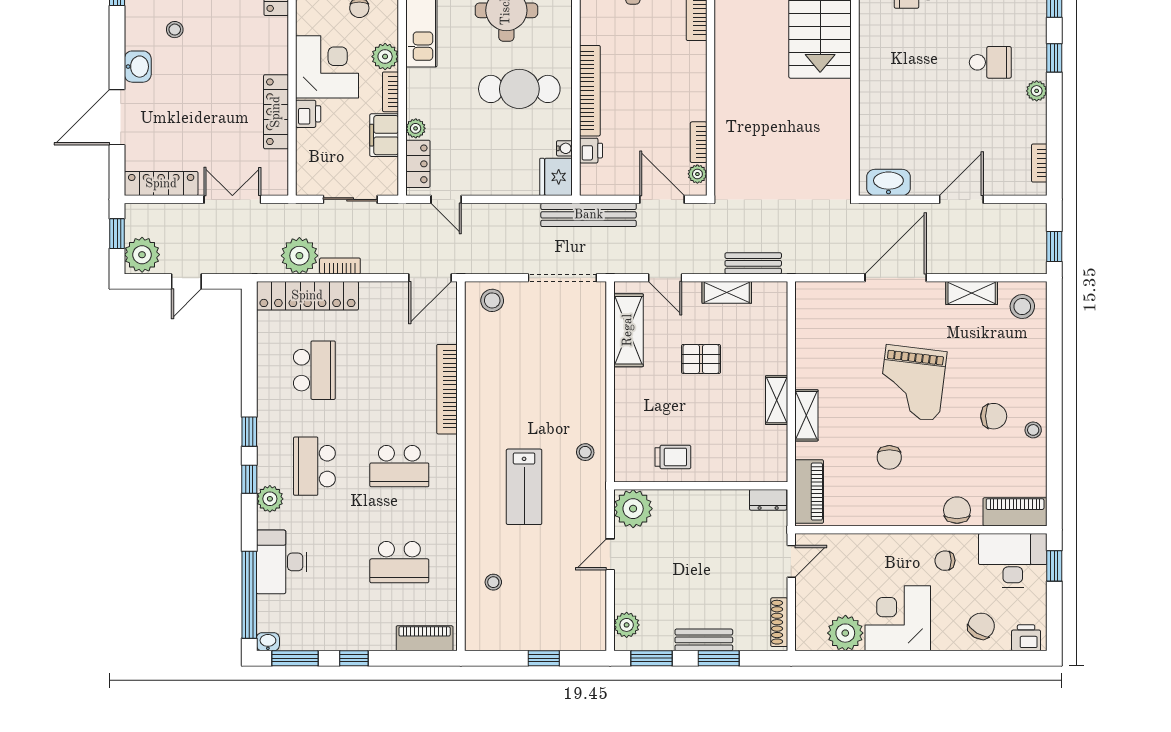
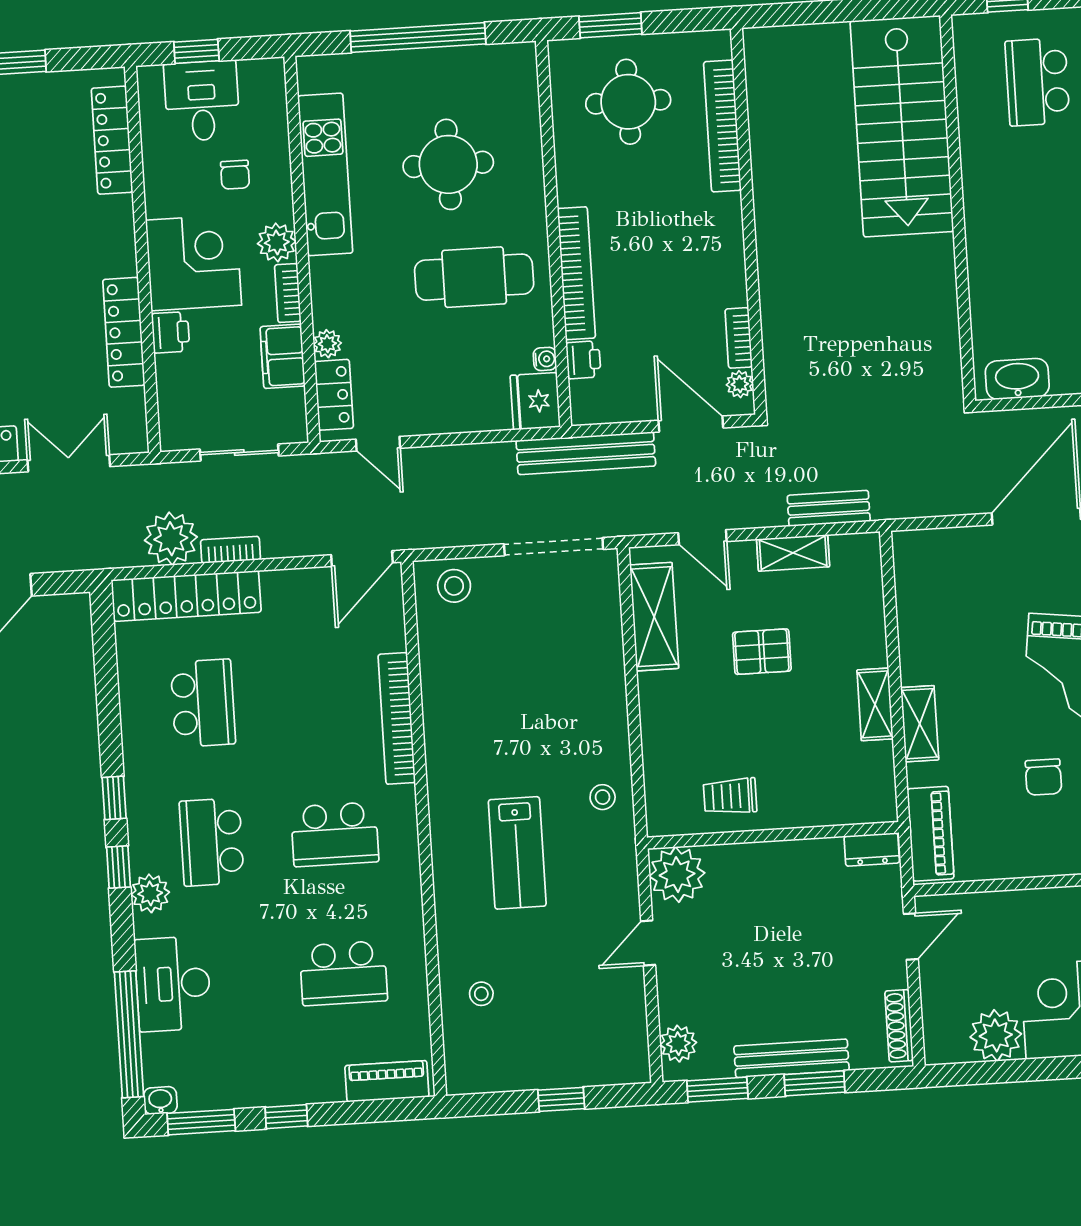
trolley: (673, 457) -> (730, 796), turned 180
bench: (704, 640) -> (792, 1058), width x1.36

